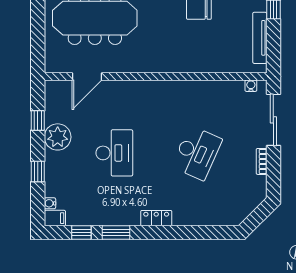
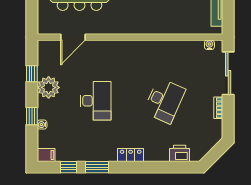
water cooler: (50, 203) -> (42, 125), moved
printer: (215, 216) -> (180, 153), added

